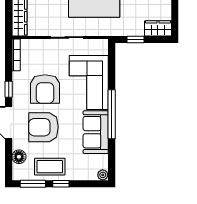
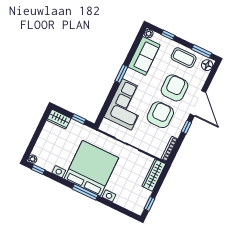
window: (112, 114) -> (121, 74), width x0.47
armchair: (44, 127) -> (175, 88), turned -90
sofa: (96, 132) -> (144, 56), moved
floor lamp: (19, 157) -> (207, 65), moved
window: (61, 184) -> (168, 35), moved

